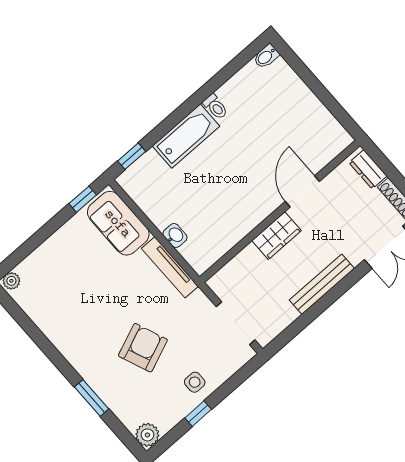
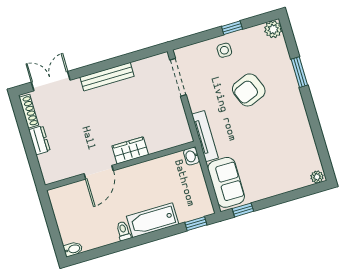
door: (302, 191) -> (99, 172), moved
wall: (280, 211) -> (120, 166), moved
wardrobe: (277, 236) -> (130, 150), moved

